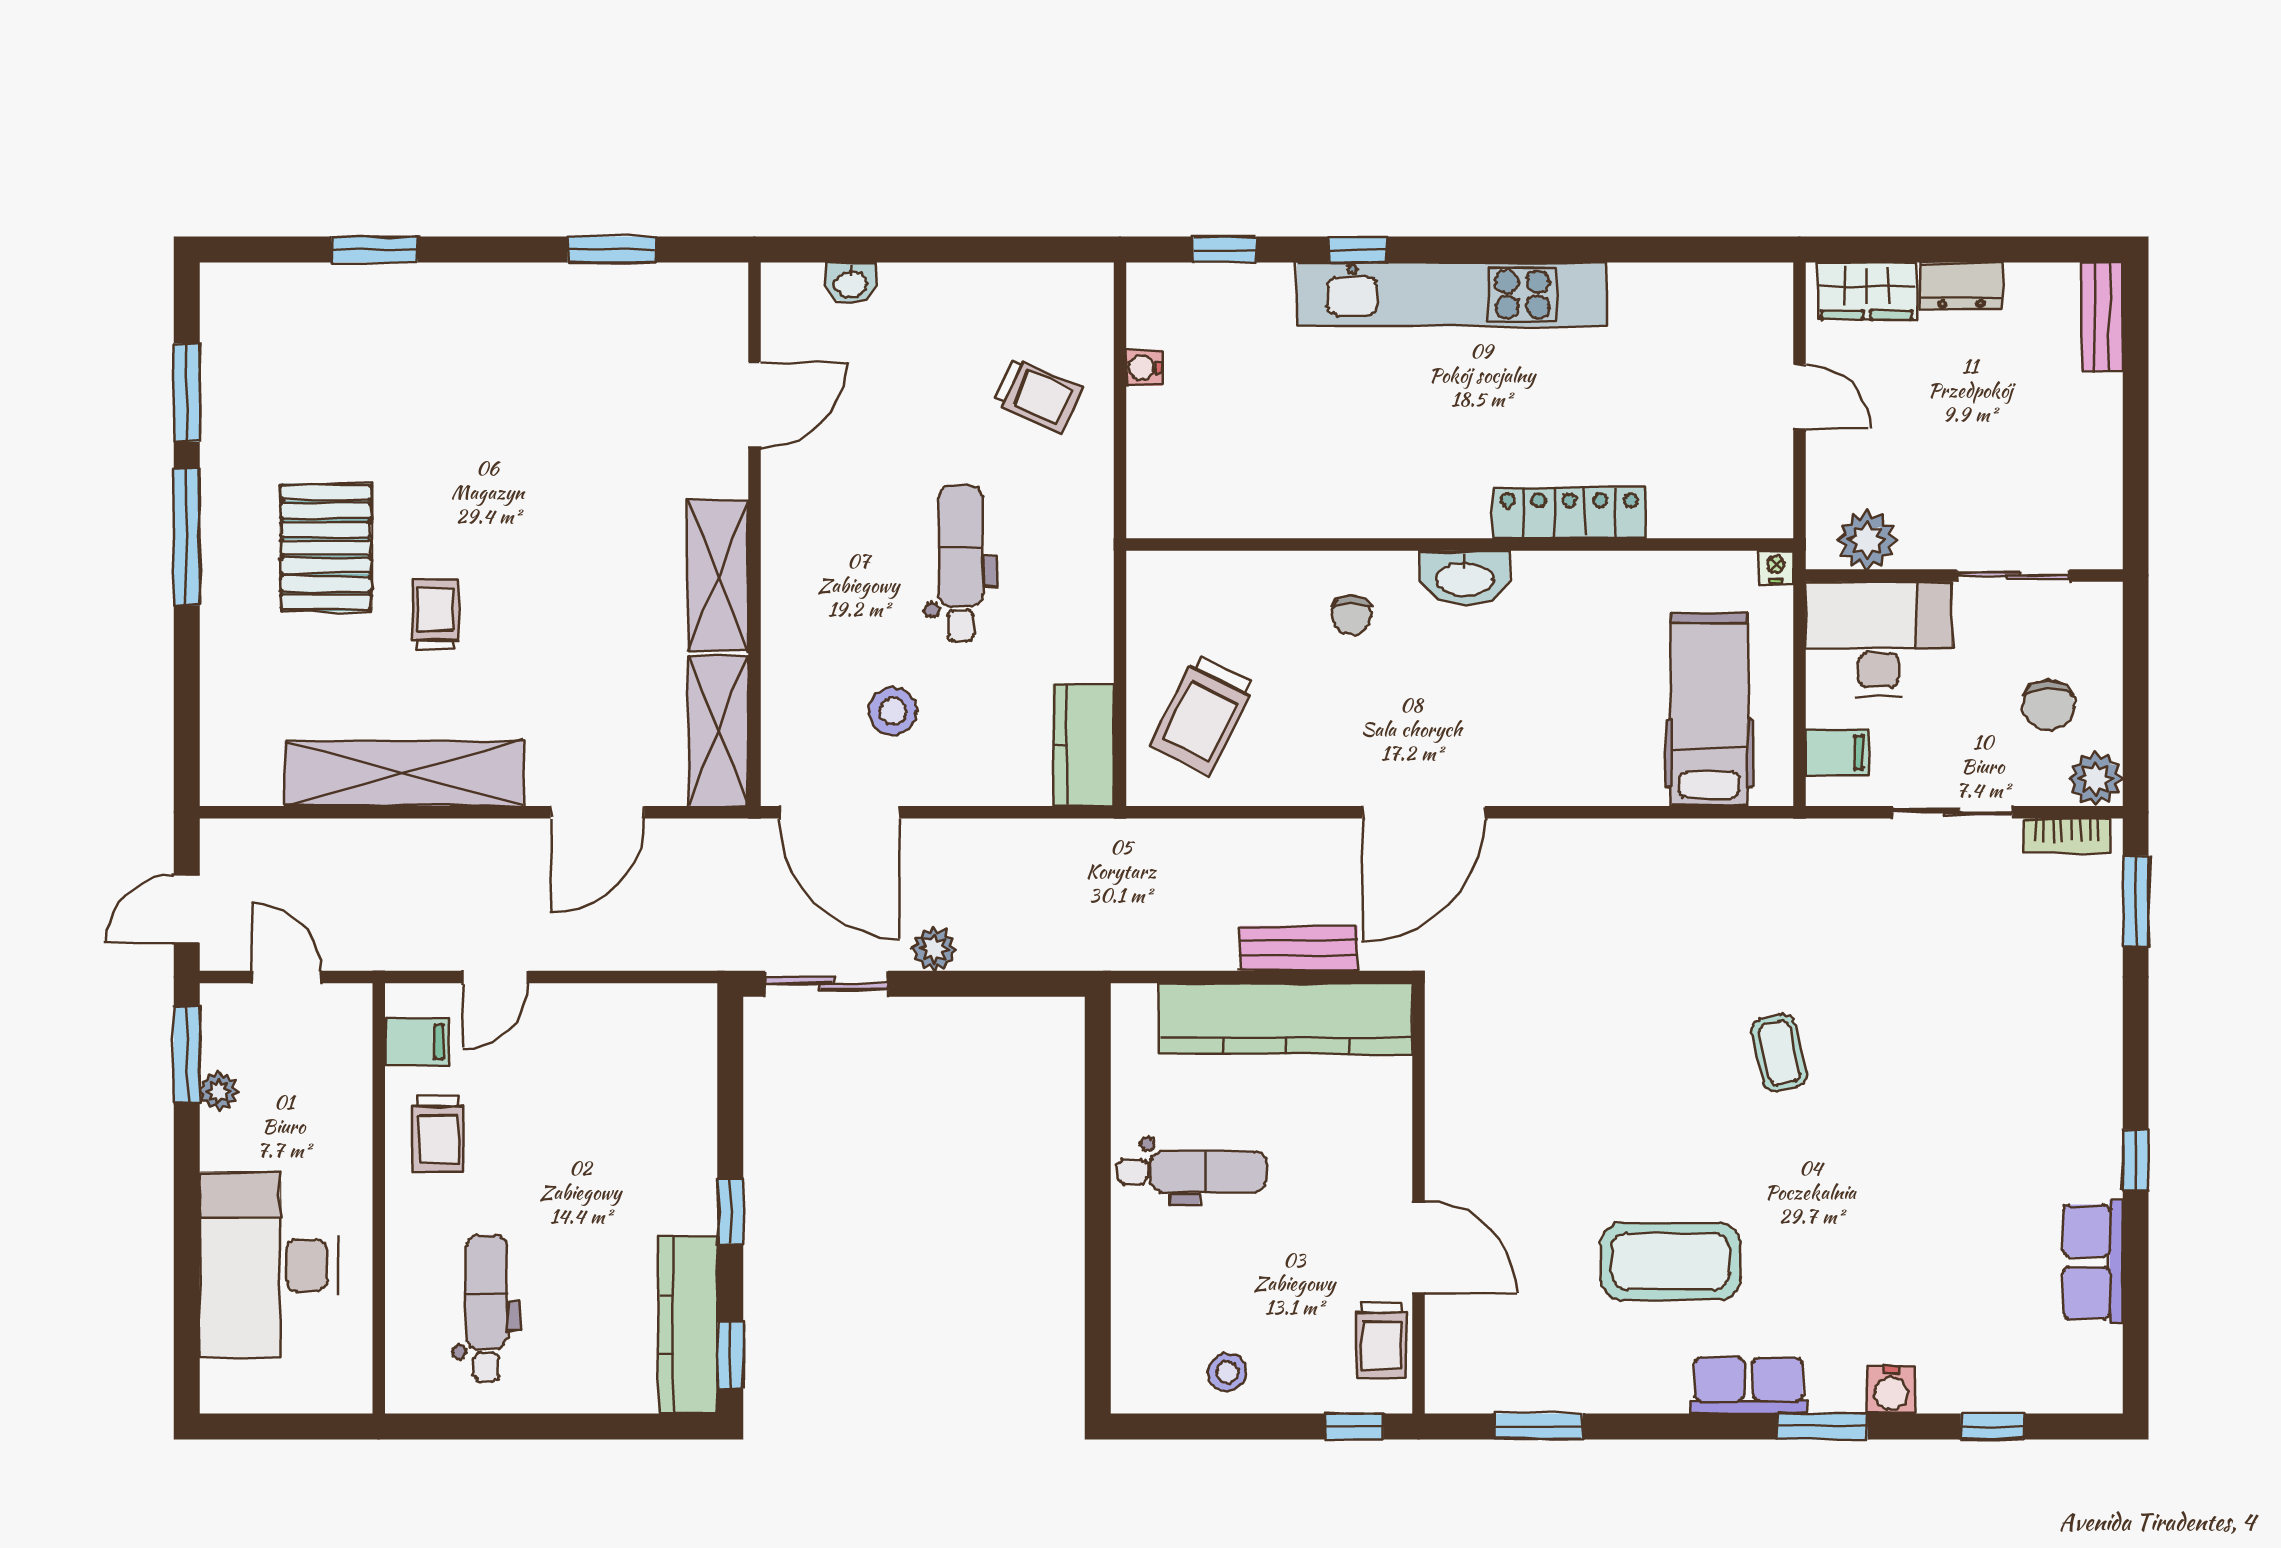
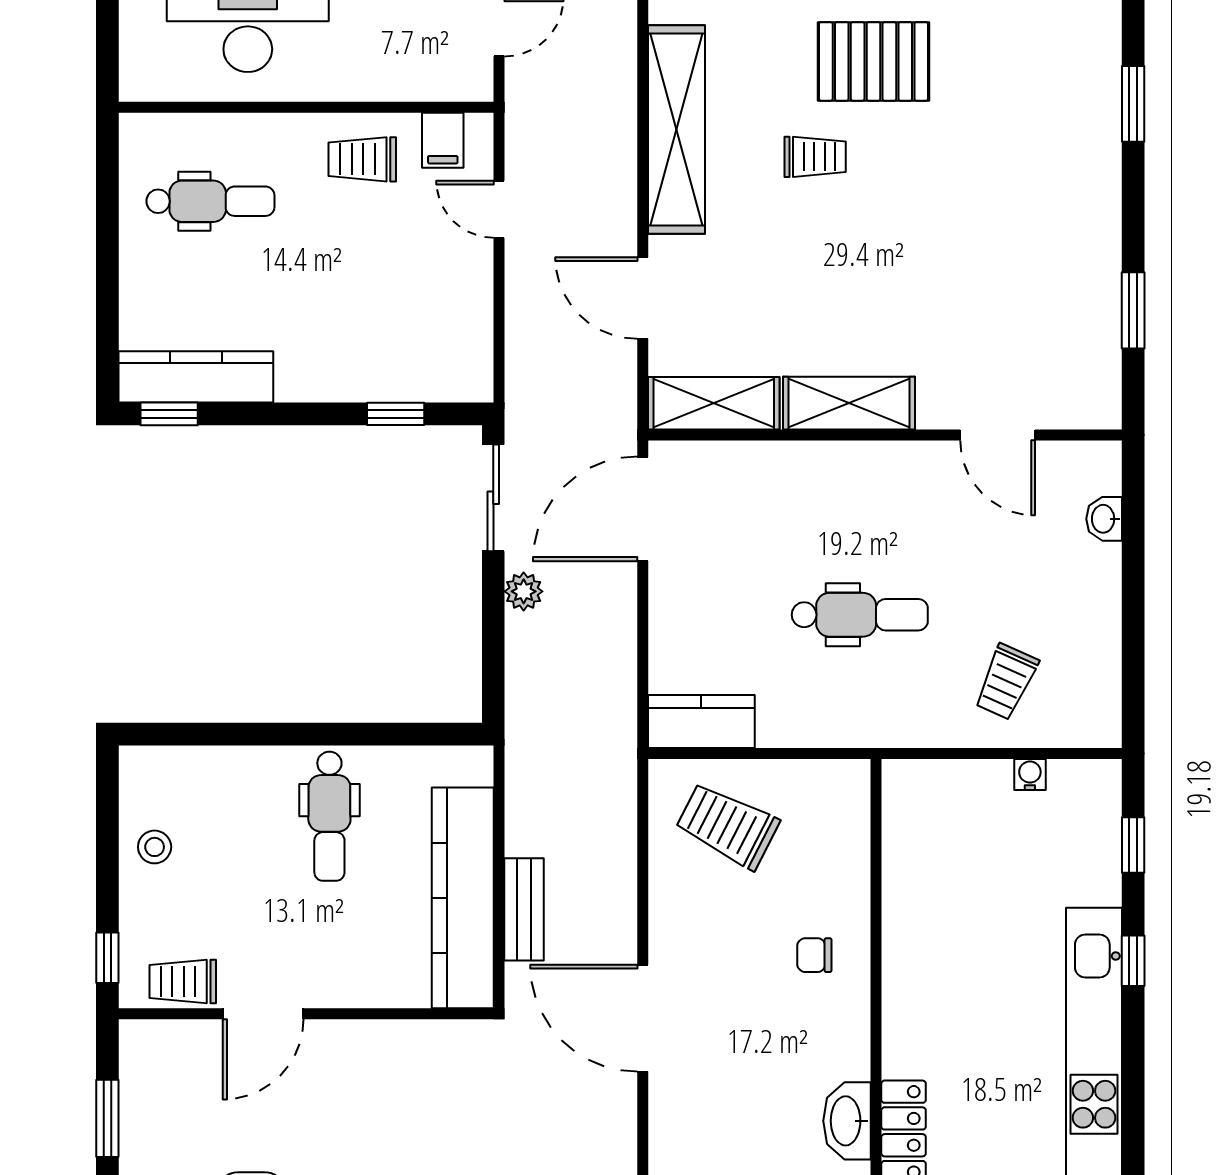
washbasin: (1465, 578) -> (847, 1121), moved
stool: (893, 711) -> (731, 555), removed
window: (730, 1212) -> (396, 414), moved

